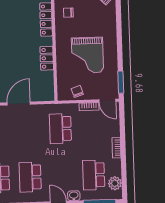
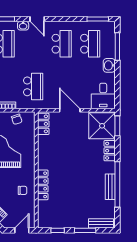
locker: (47, 58) -> (43, 124), moved
door: (19, 104) -> (70, 110), swing flipped

